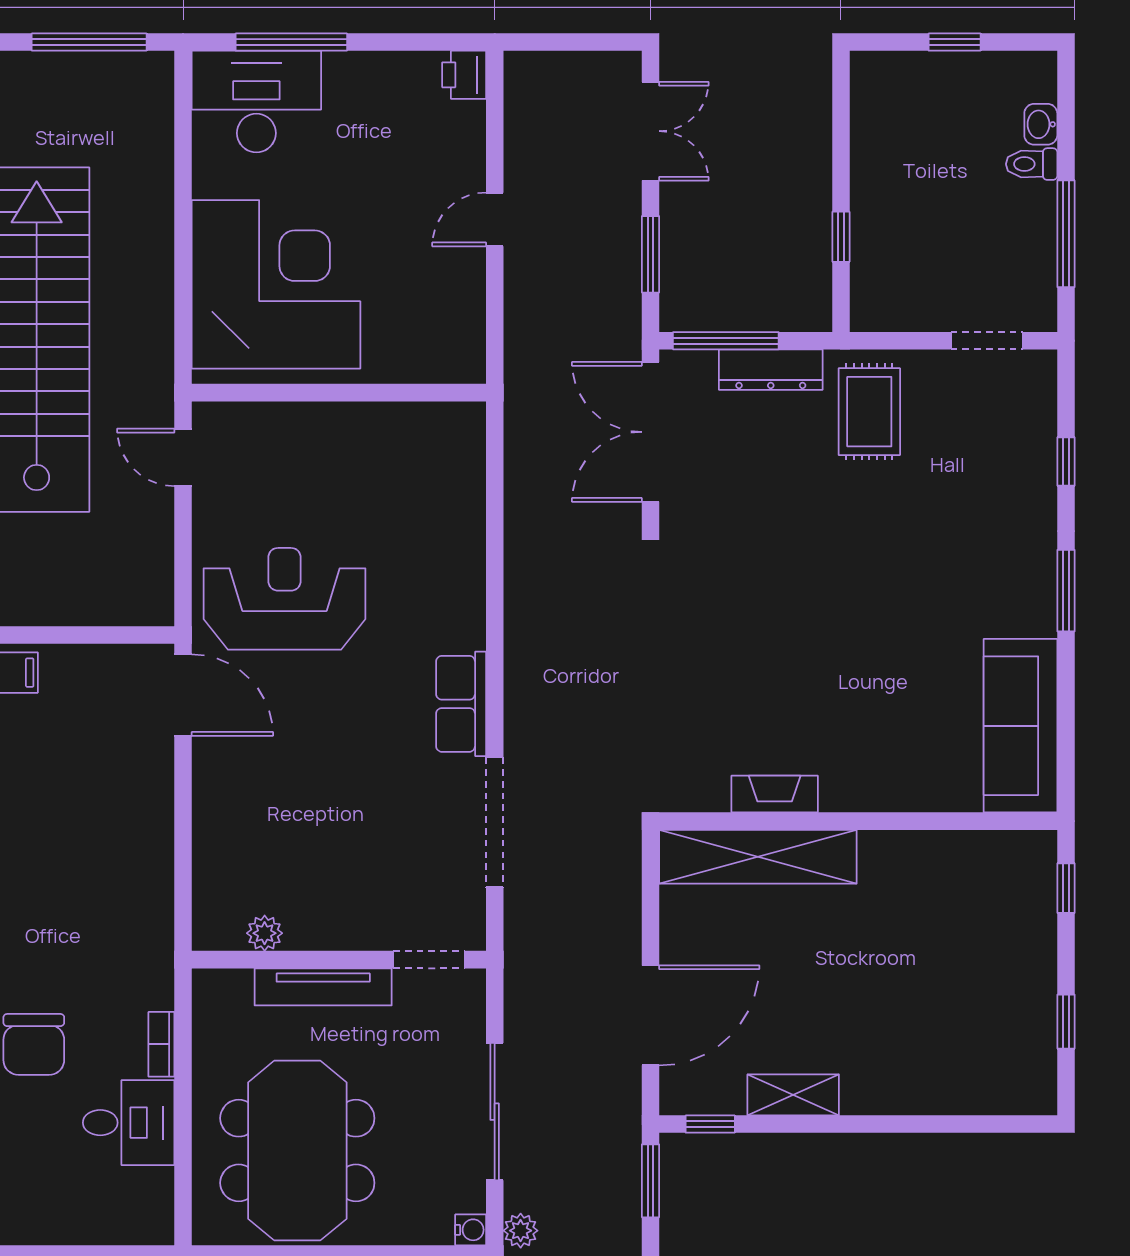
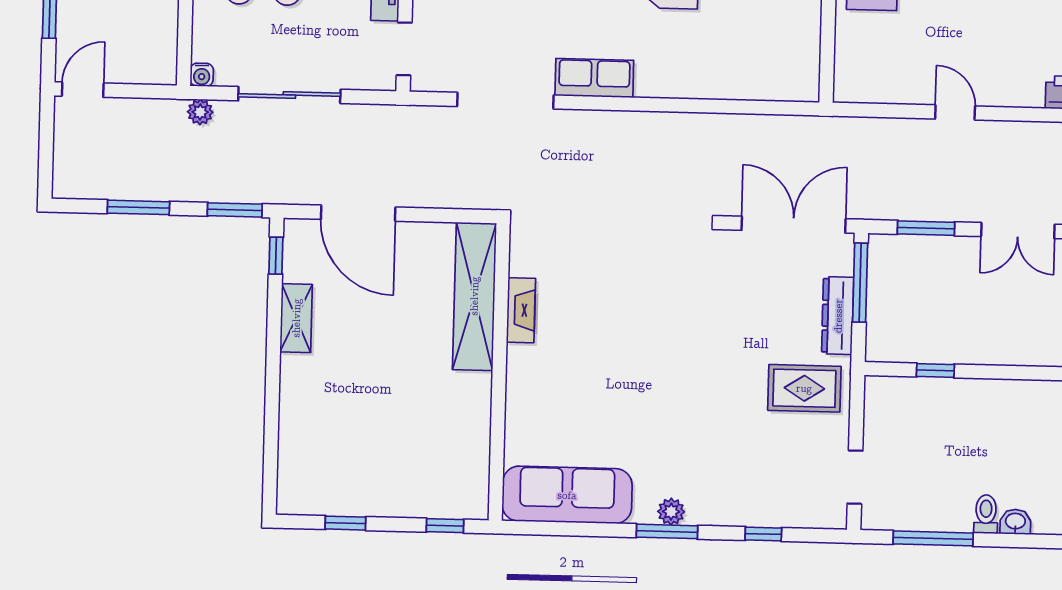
plant: (1039, 586) -> (671, 512), added

